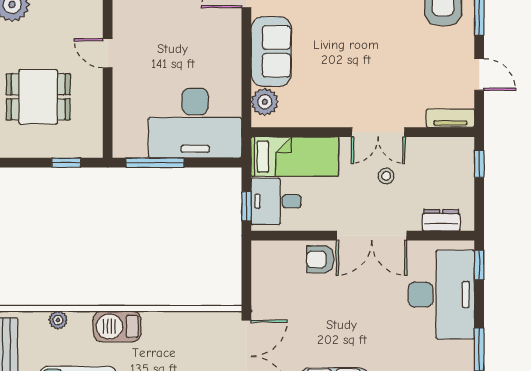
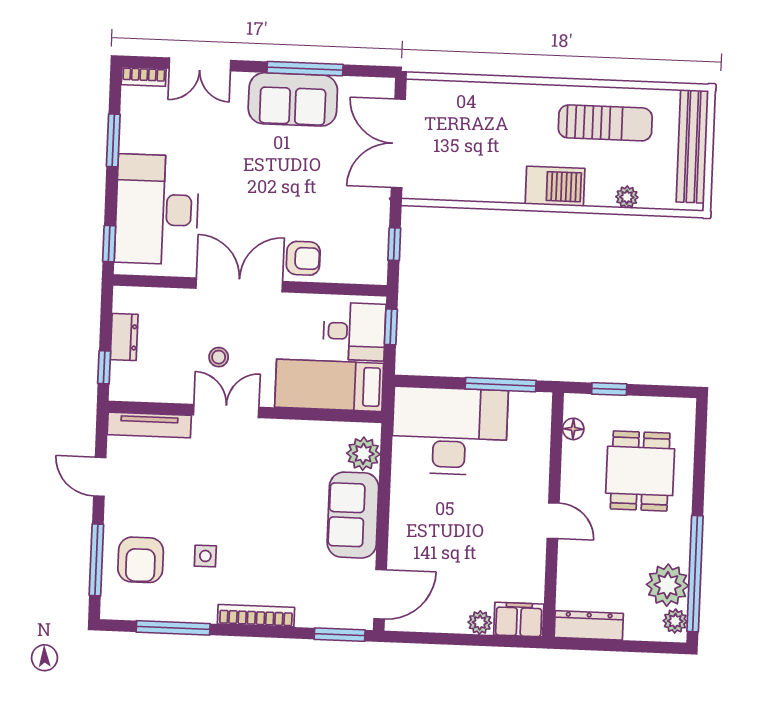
side table: (390, 13) -> (205, 556), added
dining table: (38, 97) -> (640, 471), turned 90
tv unit: (450, 118) -> (149, 425), width x1.41
floor lamp: (94, 129) -> (573, 429), added
dresser: (441, 220) -> (124, 337), moved, turned -90
window: (246, 274) -> (394, 244), added

